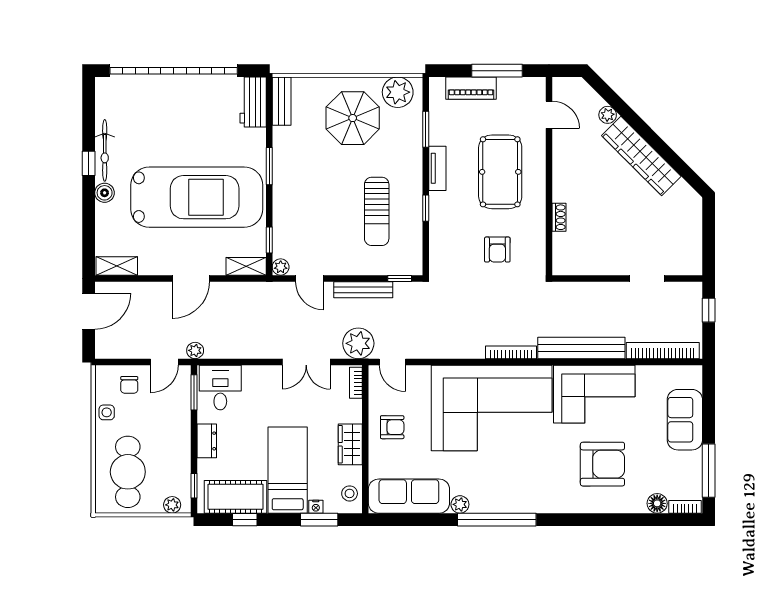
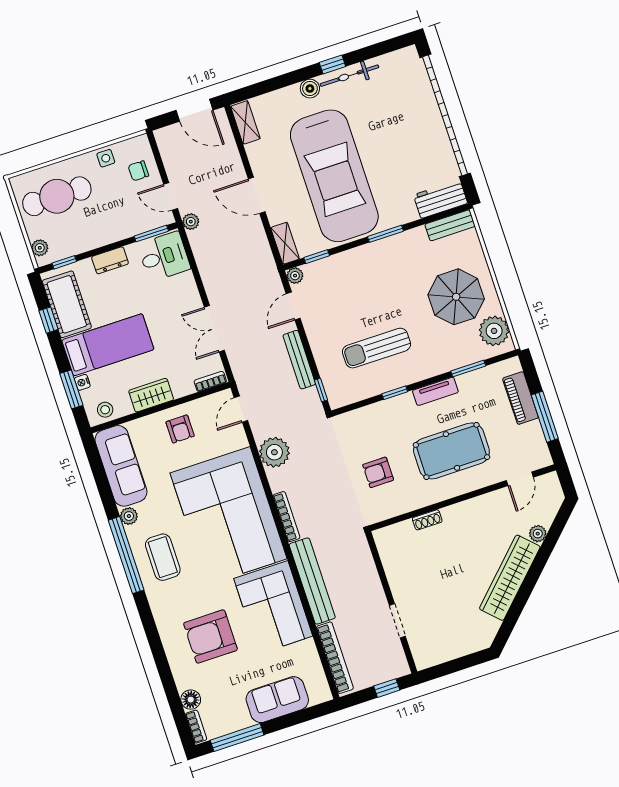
plant: (358, 343) -> (274, 452), moved
armchair: (602, 464) -> (210, 637), turned 90
coffee table: (511, 485) -> (163, 557), added

